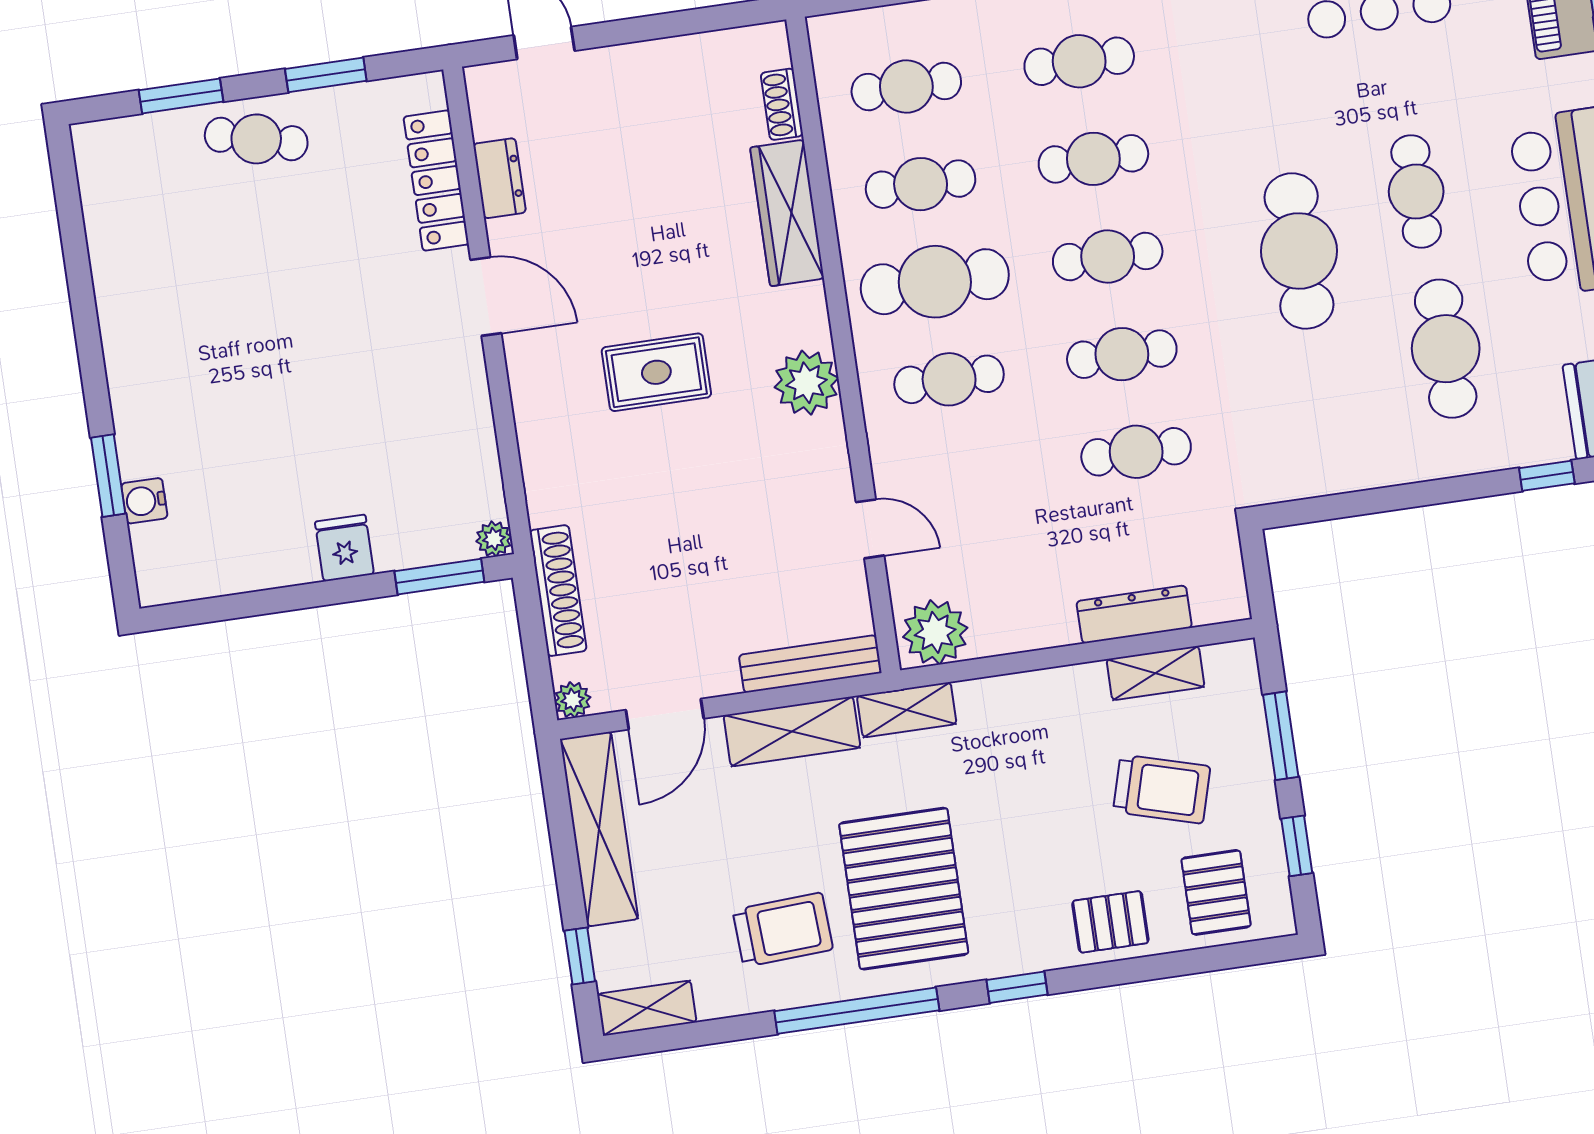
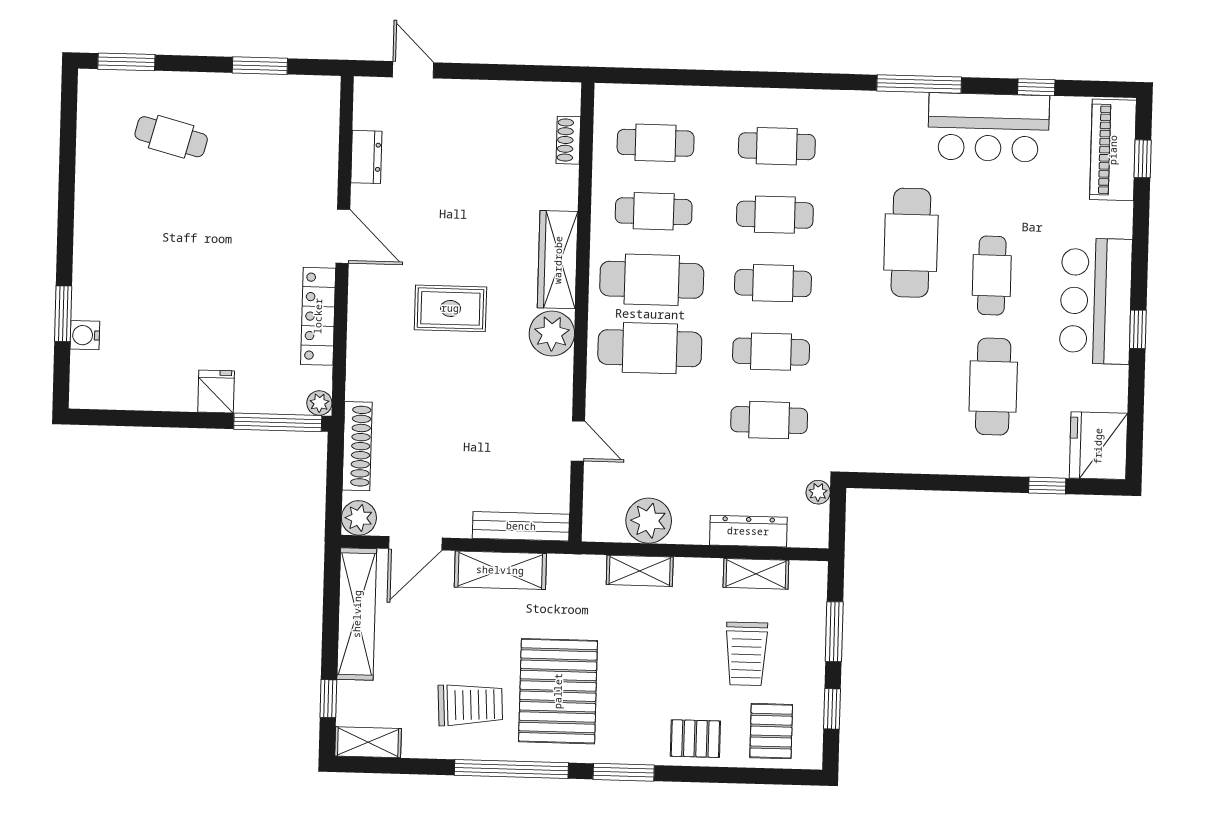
window: (181, 96) -> (126, 62), moved
cafe table: (256, 139) -> (171, 137), moved
locker: (436, 181) -> (318, 316), moved
wardrobe: (787, 213) -> (558, 260), moved
cafe table: (1299, 251) -> (911, 243), moved
cafe table: (949, 379) -> (650, 348), width x1.37, depth x1.35
plant: (1223, 542) -> (818, 492), added
window: (439, 577) -> (278, 422), width x1.44
plant: (935, 632) -> (649, 521), moved
plant: (573, 700) -> (359, 518), width x1.38, depth x1.38
shelving: (907, 710) -> (640, 571), moved
trolley: (1162, 789) -> (746, 654), turned 74
window: (1017, 987) -> (624, 772), width x1.50

